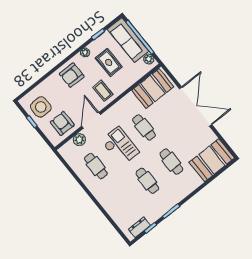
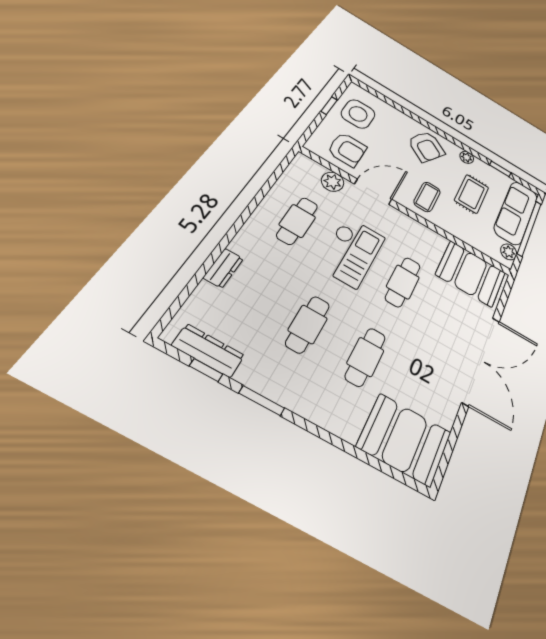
armchair: (72, 75) -> (426, 147), turned -147
armchair: (62, 123) -> (347, 149), turned 90
dresser: (109, 207) -> (223, 268), added
dresser: (139, 227) -> (208, 350), width x1.44

